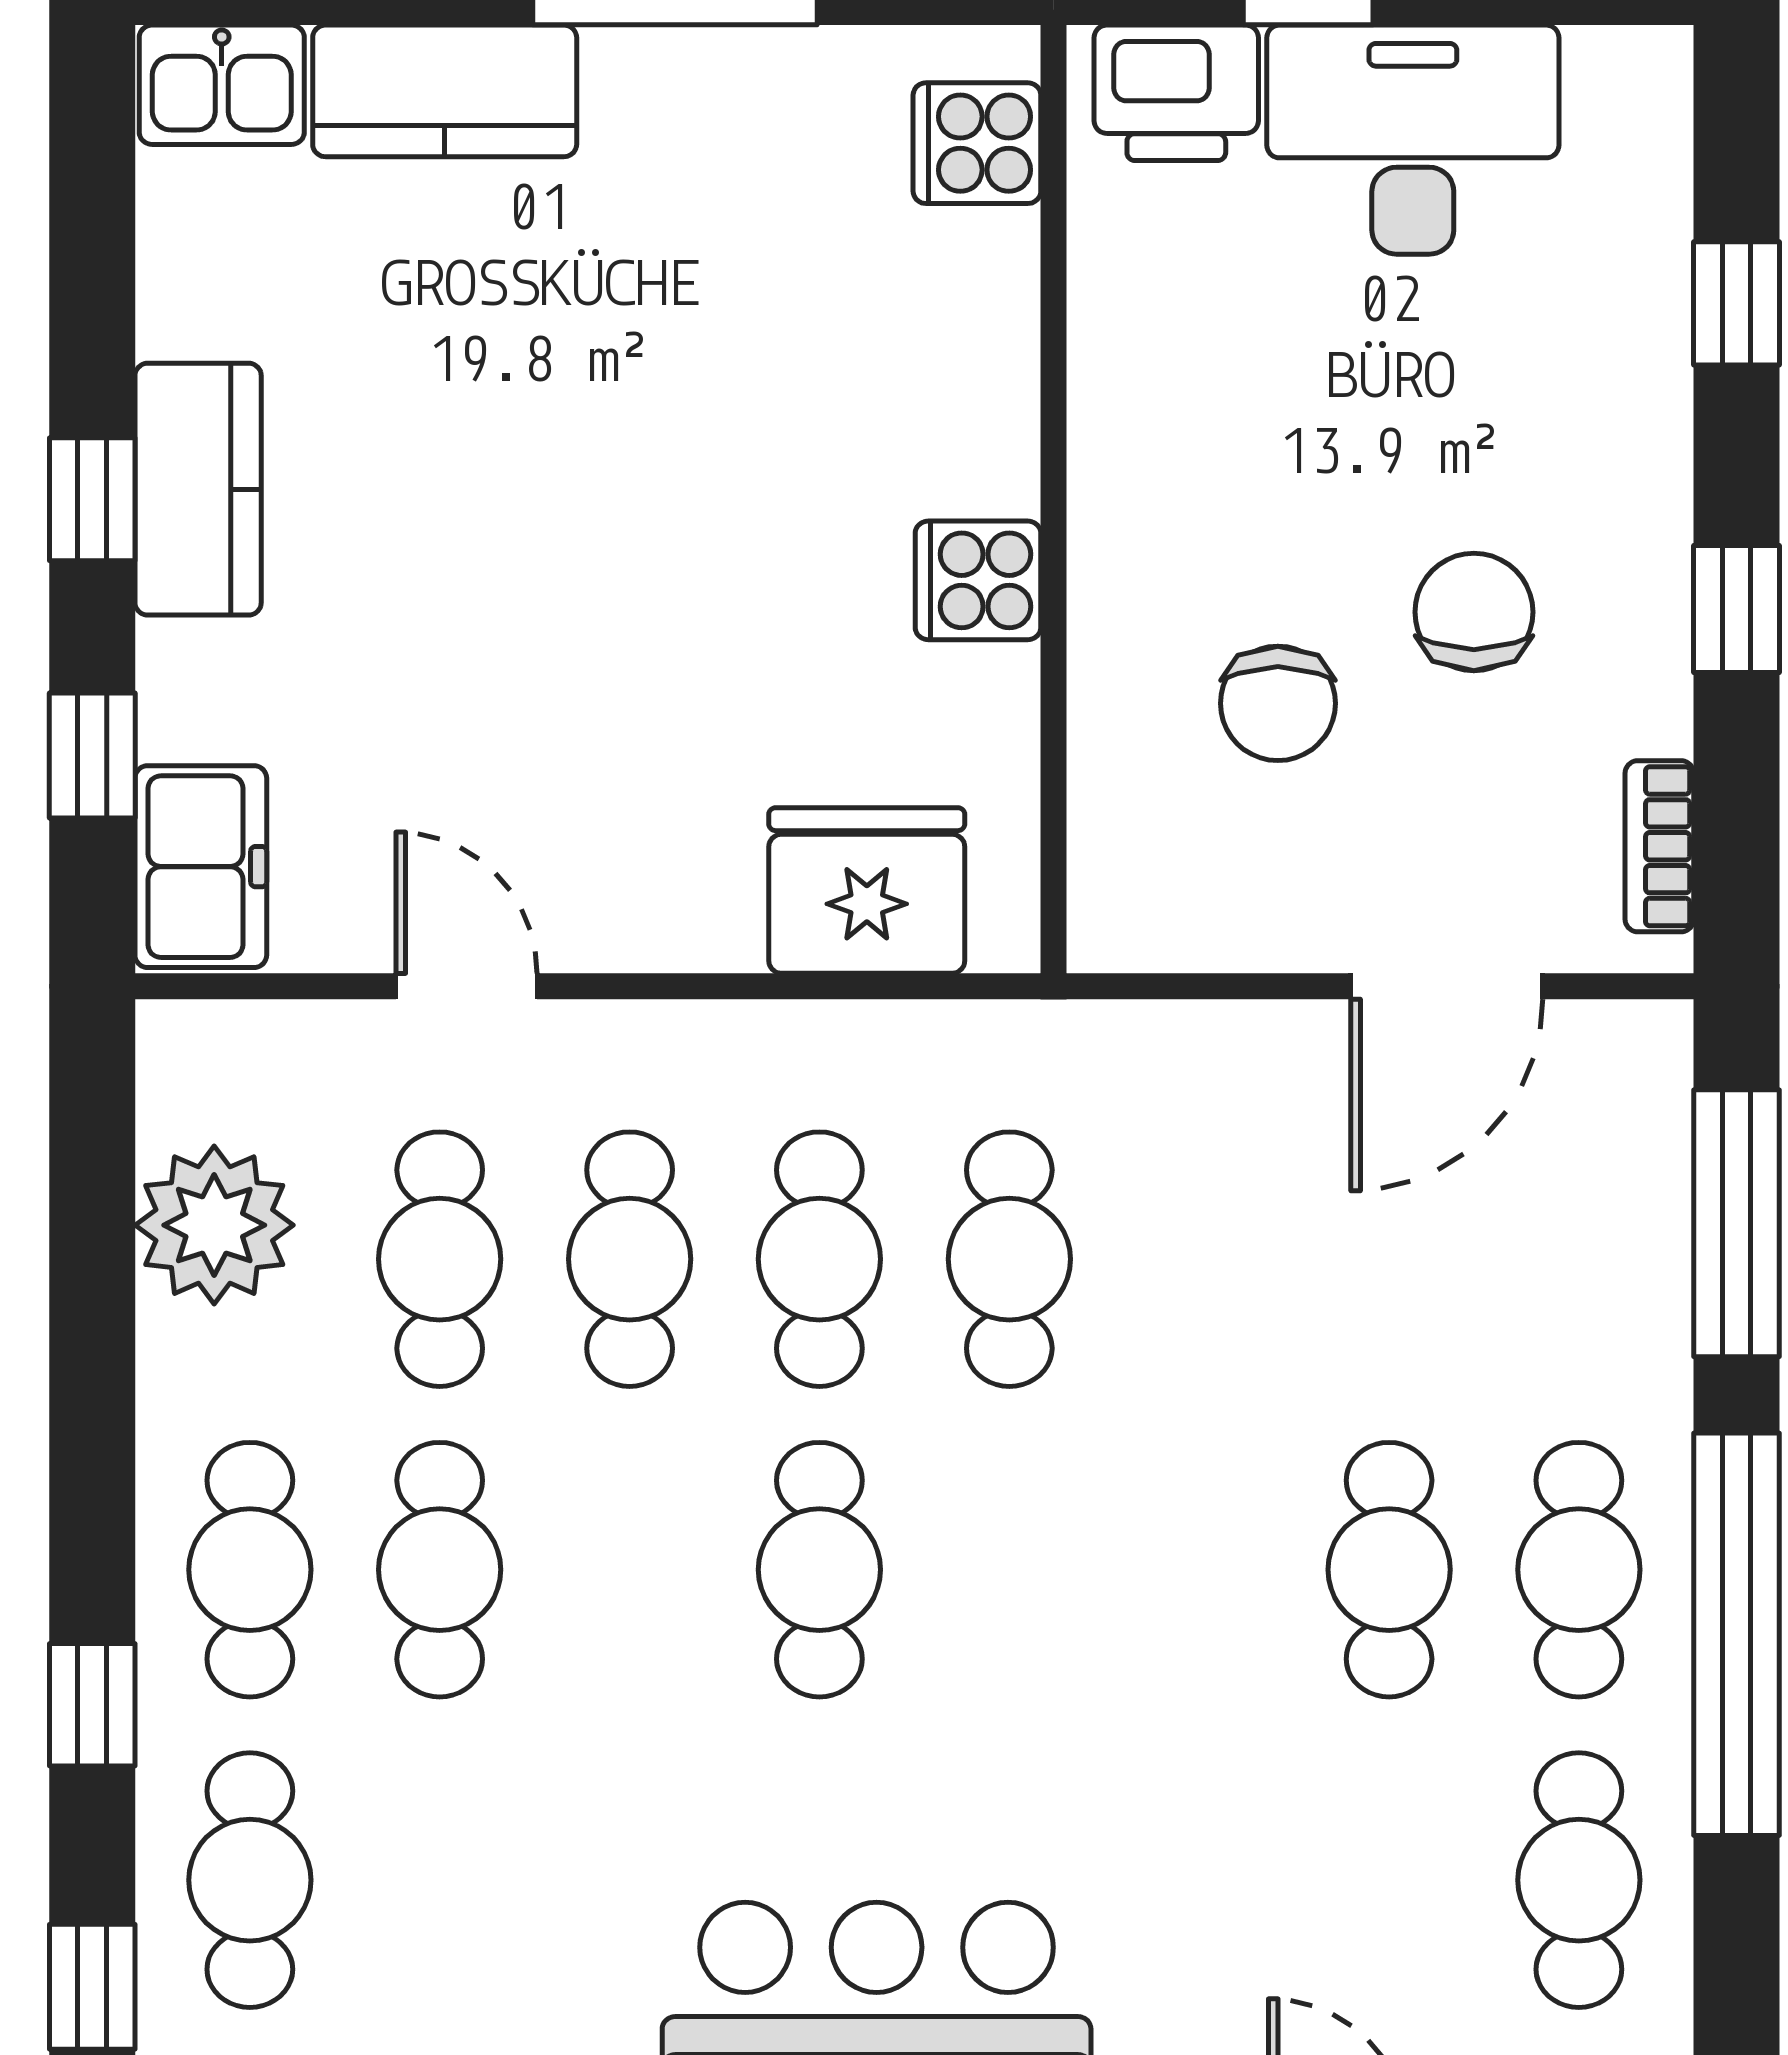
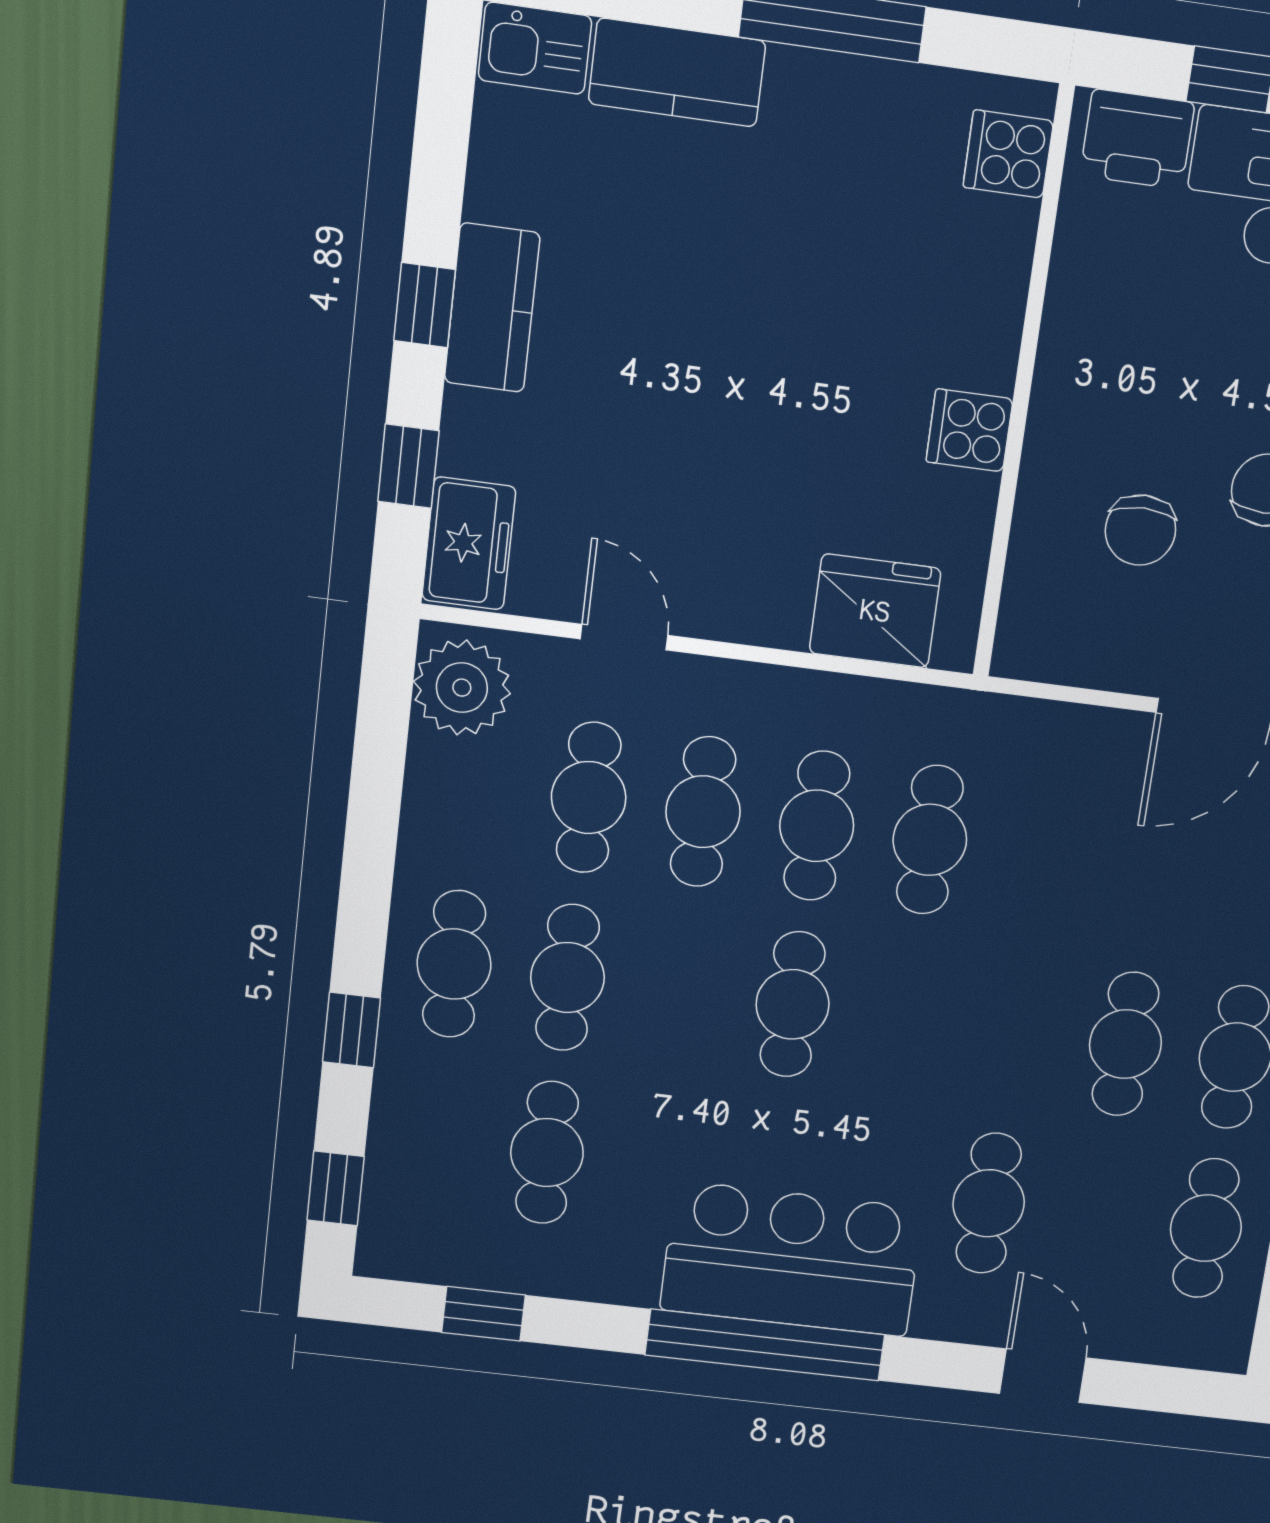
plant: (214, 1225) -> (462, 688), moved
cafe table: (250, 1880) -> (547, 1153), moved
cafe table: (1199, 1880) -> (989, 1203), added

